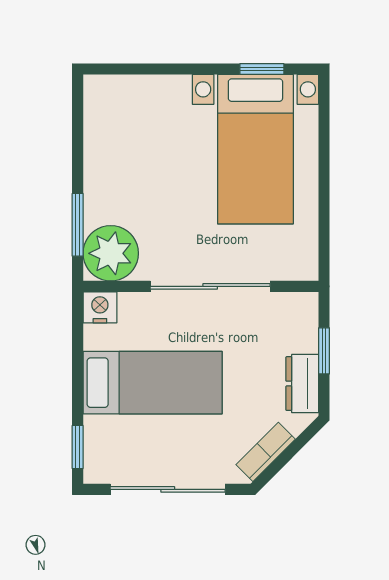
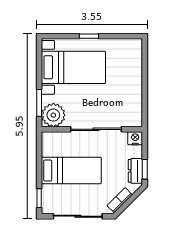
window: (262, 69) -> (89, 36), moved
bed with nightstands: (255, 149) -> (73, 67), moved, turned -90
nightstand: (100, 307) -> (135, 138), moved
window: (324, 351) -> (145, 169), moved

